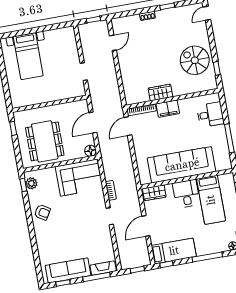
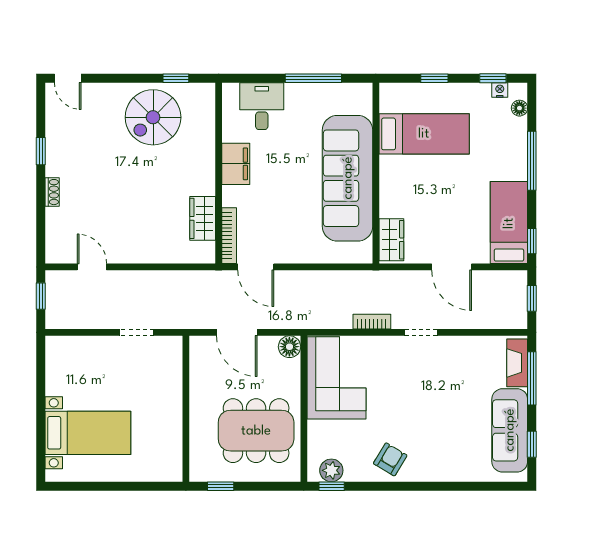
wardrobe: (160, 93) -> (203, 218), moved
filing cabinet: (168, 109) -> (236, 164), moved
desk: (186, 194) -> (404, 179), removed

